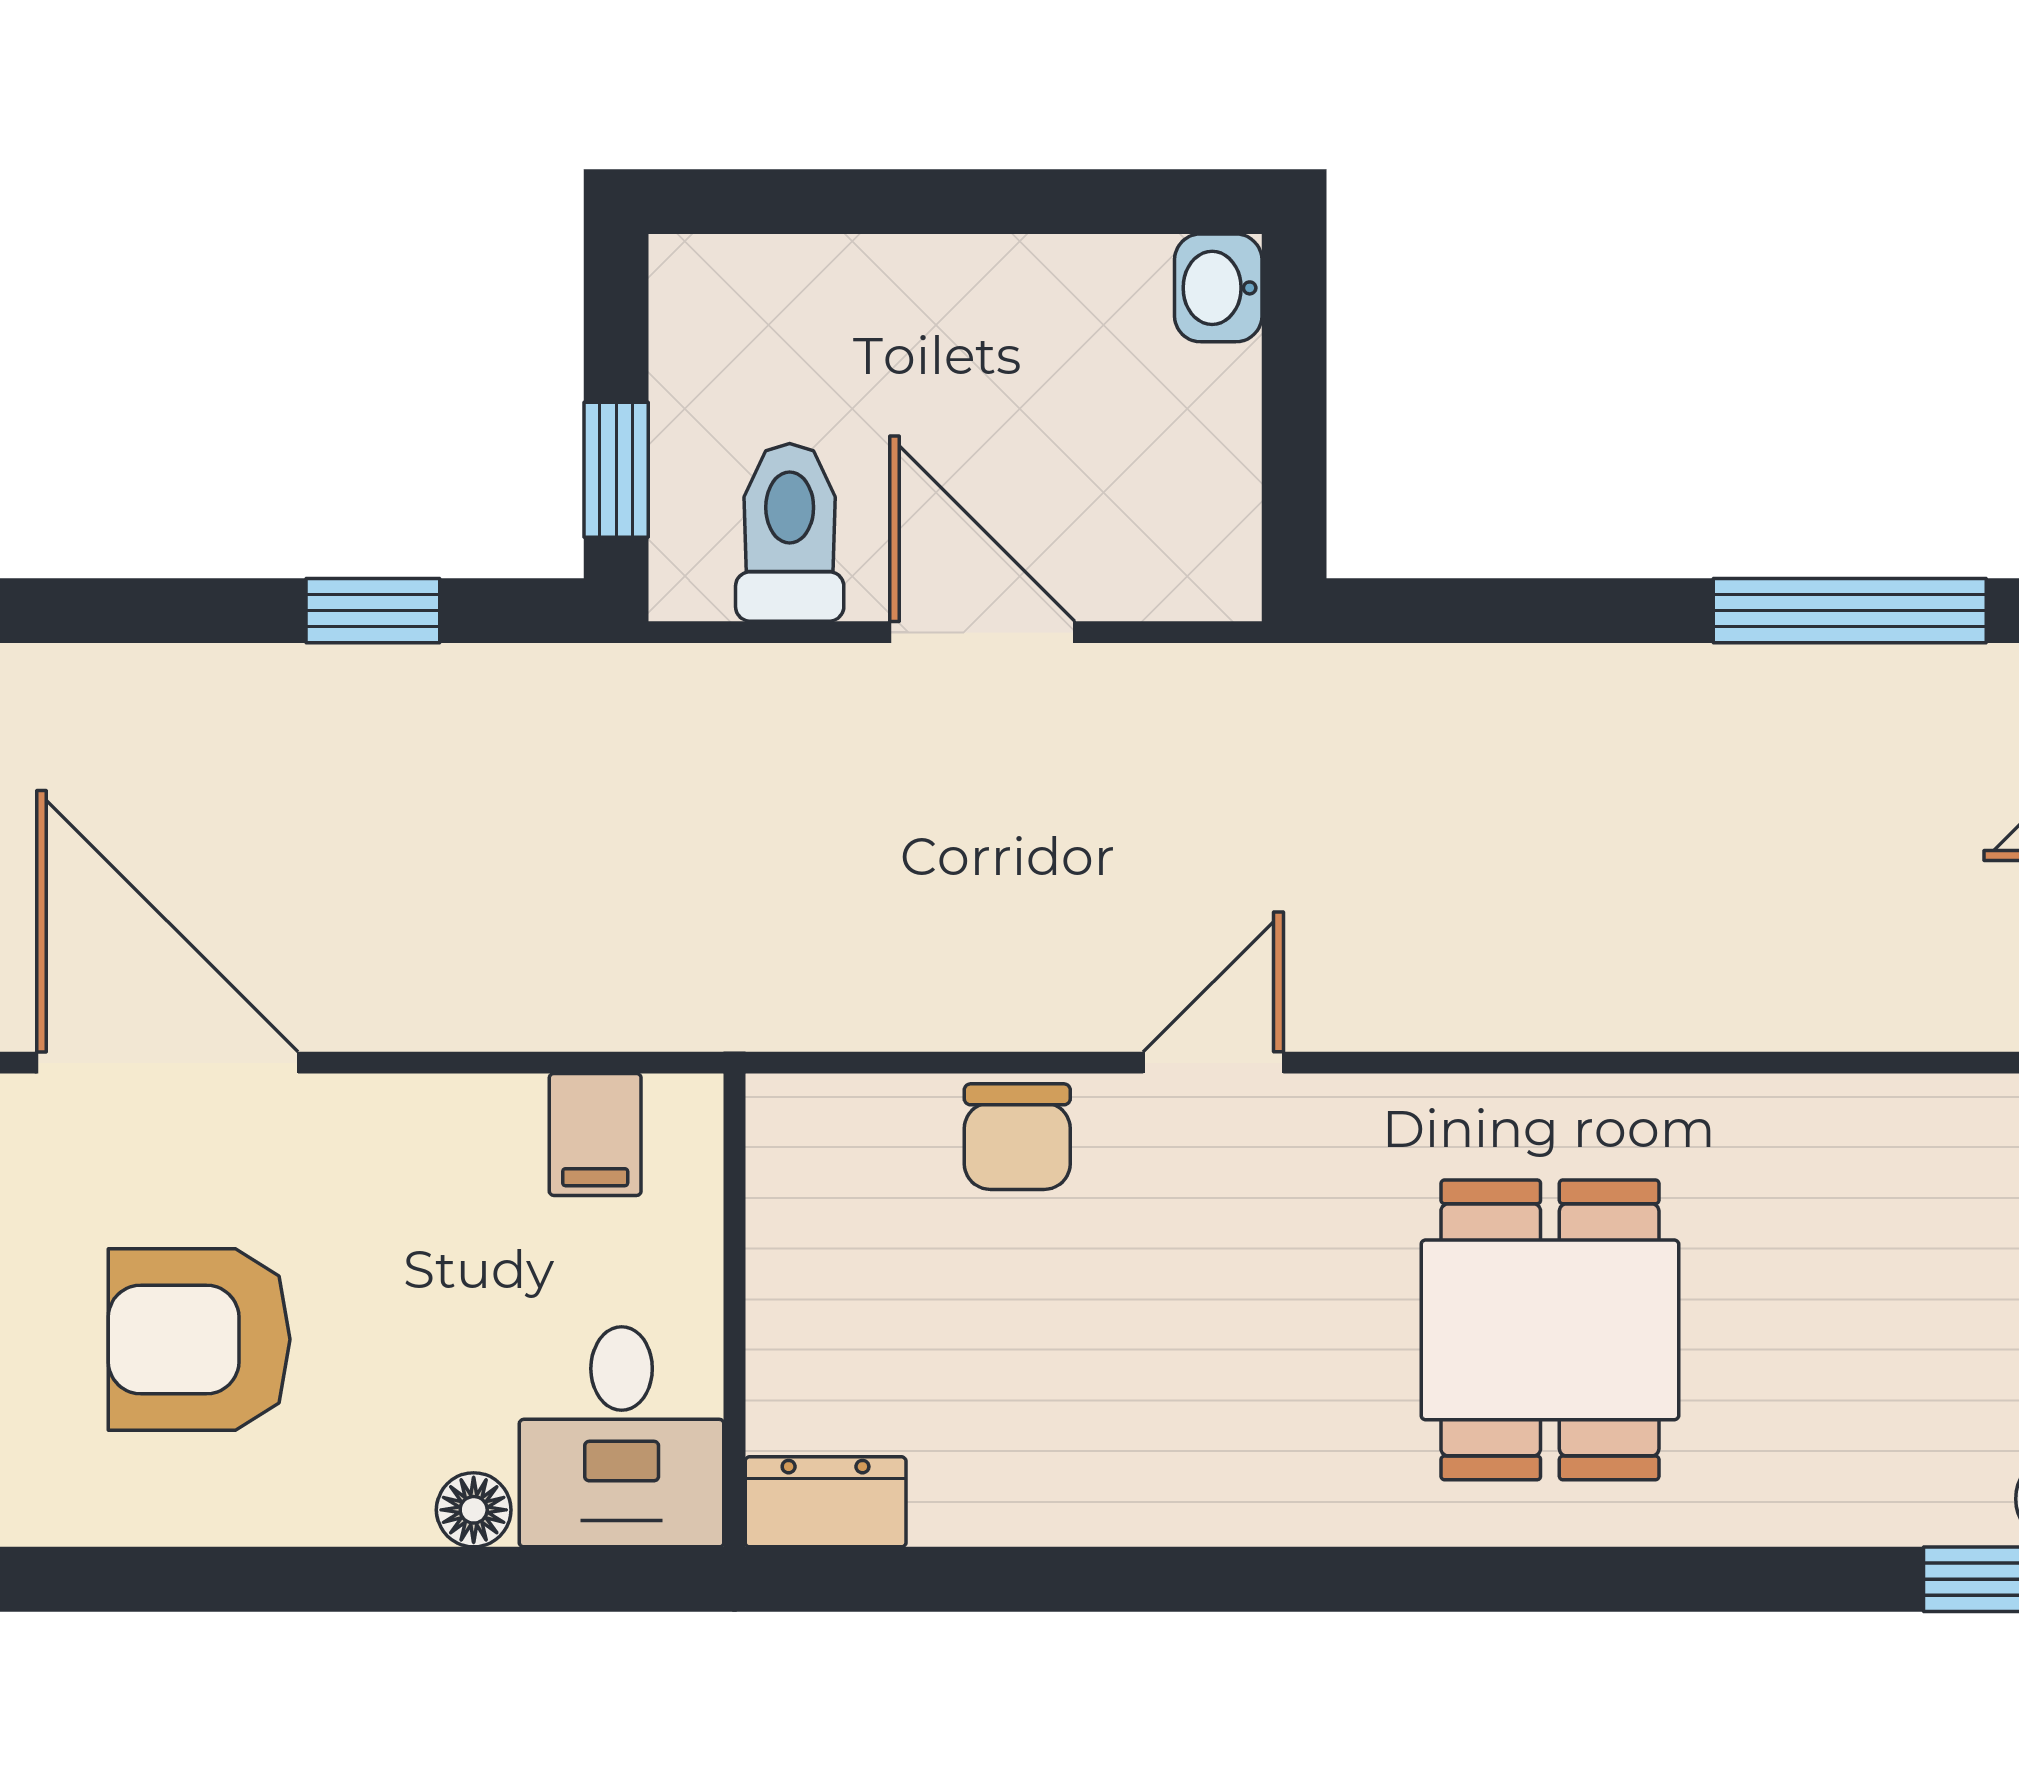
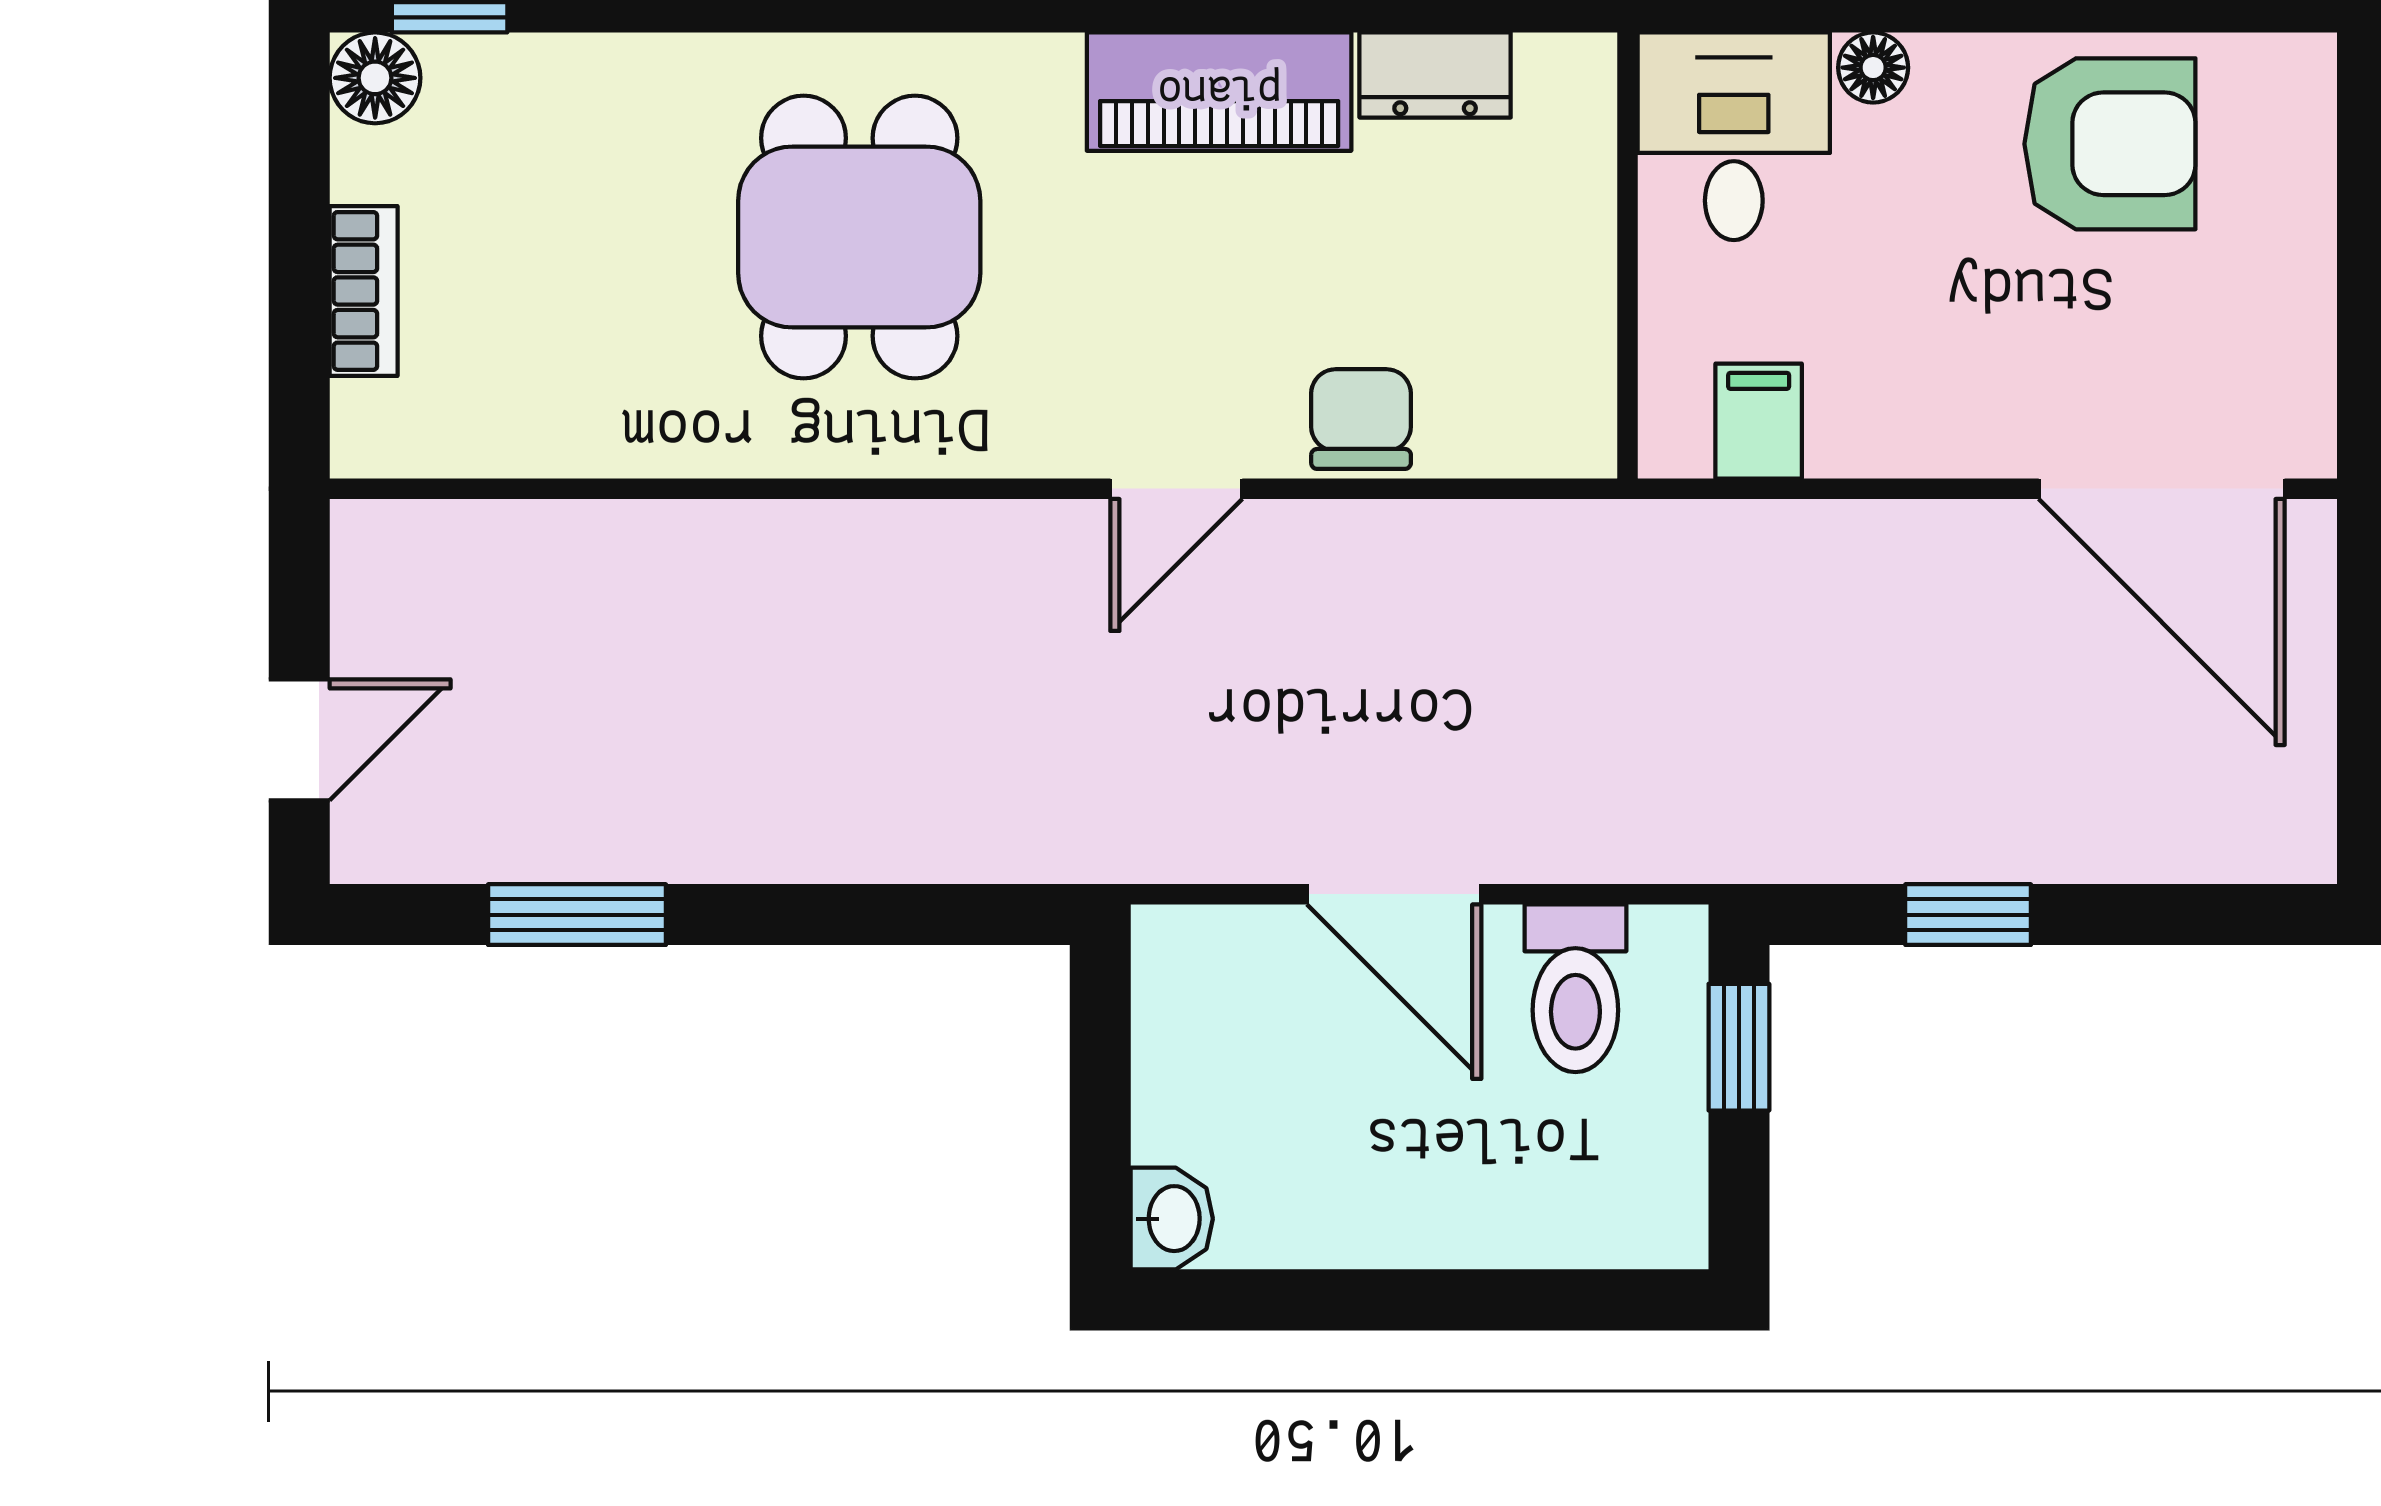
window: (1850, 611) -> (577, 915), width x0.69
armchair: (199, 1339) -> (2110, 144), moved
piano: (1168, 1484) -> (1219, 92), added
dresser: (826, 1502) -> (1435, 75), moved

